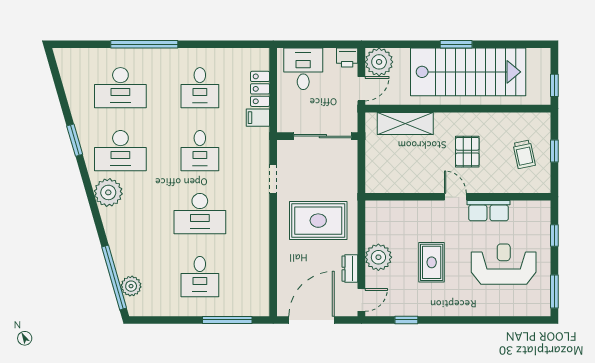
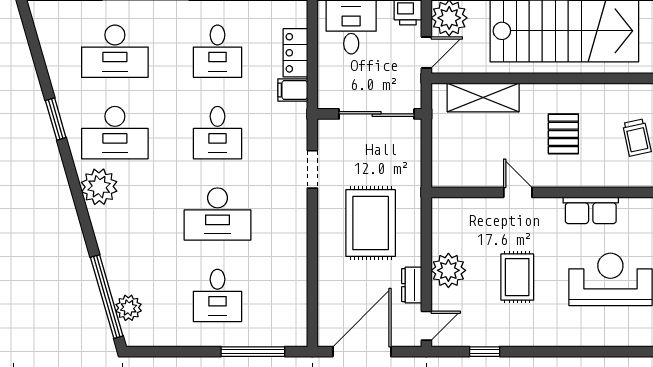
door: (455, 197) -> (518, 192), moved
rug: (318, 221) -> (371, 223), turned 90

